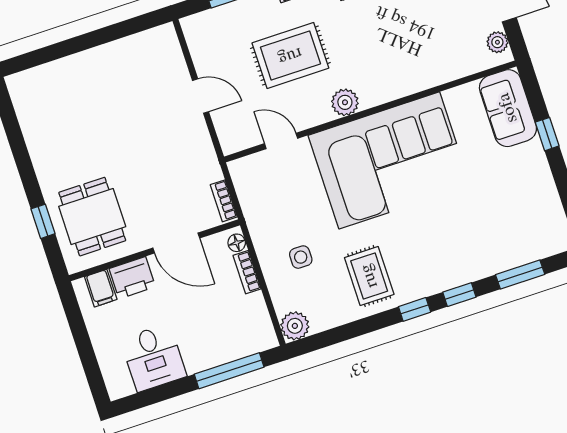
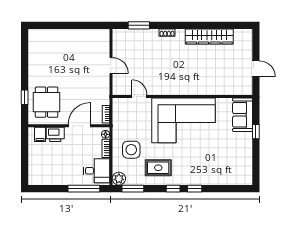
plant: (497, 42) -> (247, 85), removed
rug: (290, 56) -> (156, 61), removed
plant: (345, 102) -> (173, 89), removed
door: (176, 243) -> (79, 126), swing flipped
side table: (301, 257) -> (131, 150), width x1.87, depth x1.87
window: (520, 274) -> (133, 189), moved
rug: (369, 276) -> (158, 168), turned 90
desk: (153, 358) -> (96, 171), moved, turned -90

